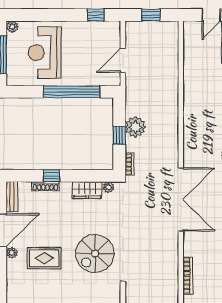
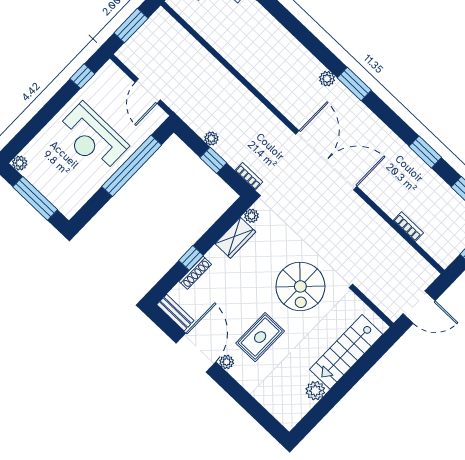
window: (151, 15) -> (131, 26), width x1.50
reception desk: (45, 53) -> (92, 138), moved
plant: (135, 127) -> (211, 138), width x0.53, depth x0.53
bookcase: (188, 275) -> (408, 227), width x0.64

